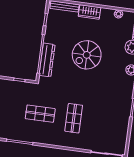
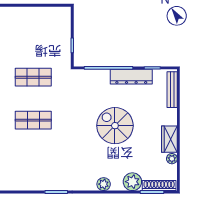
wardrobe: (90, 12) -> (169, 139), moved
dresser: (47, 60) -> (131, 77), moved
shop shelf: (40, 114) -> (33, 77), turned 90

